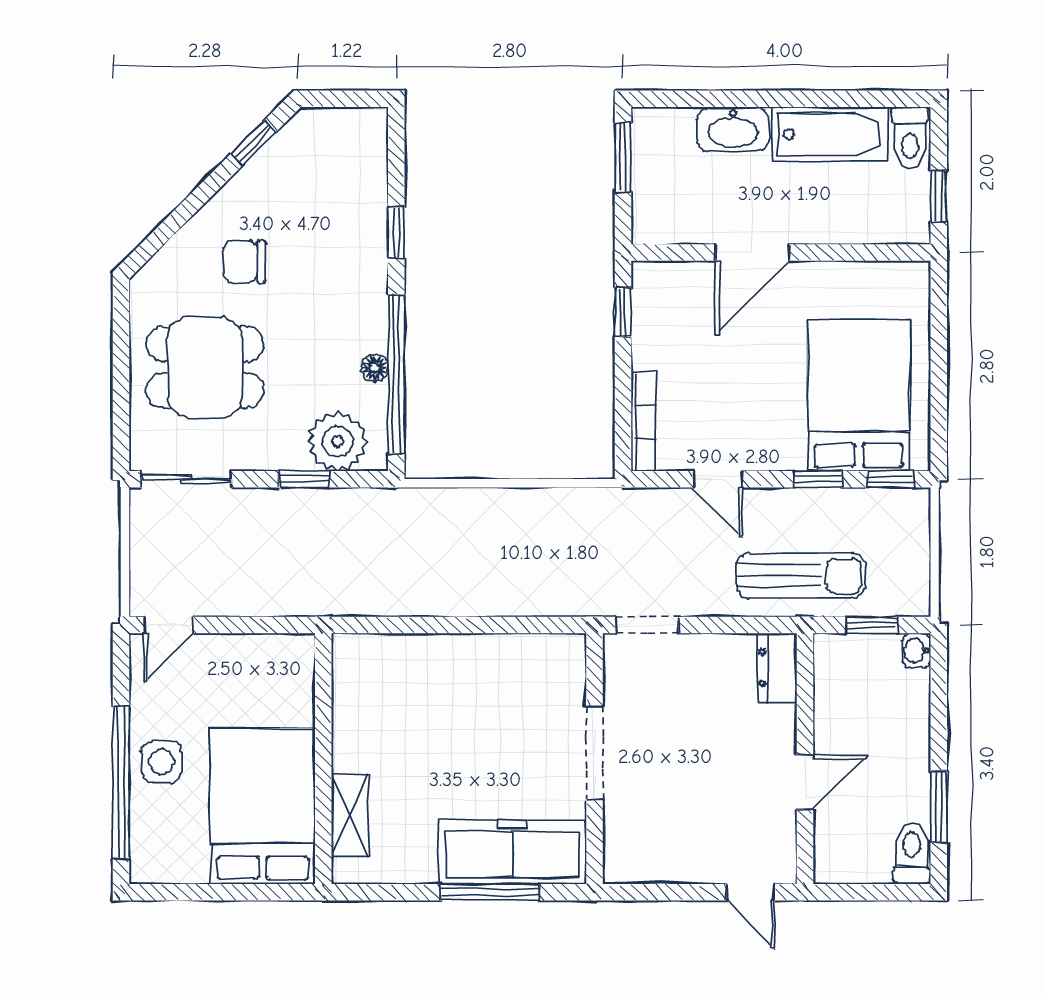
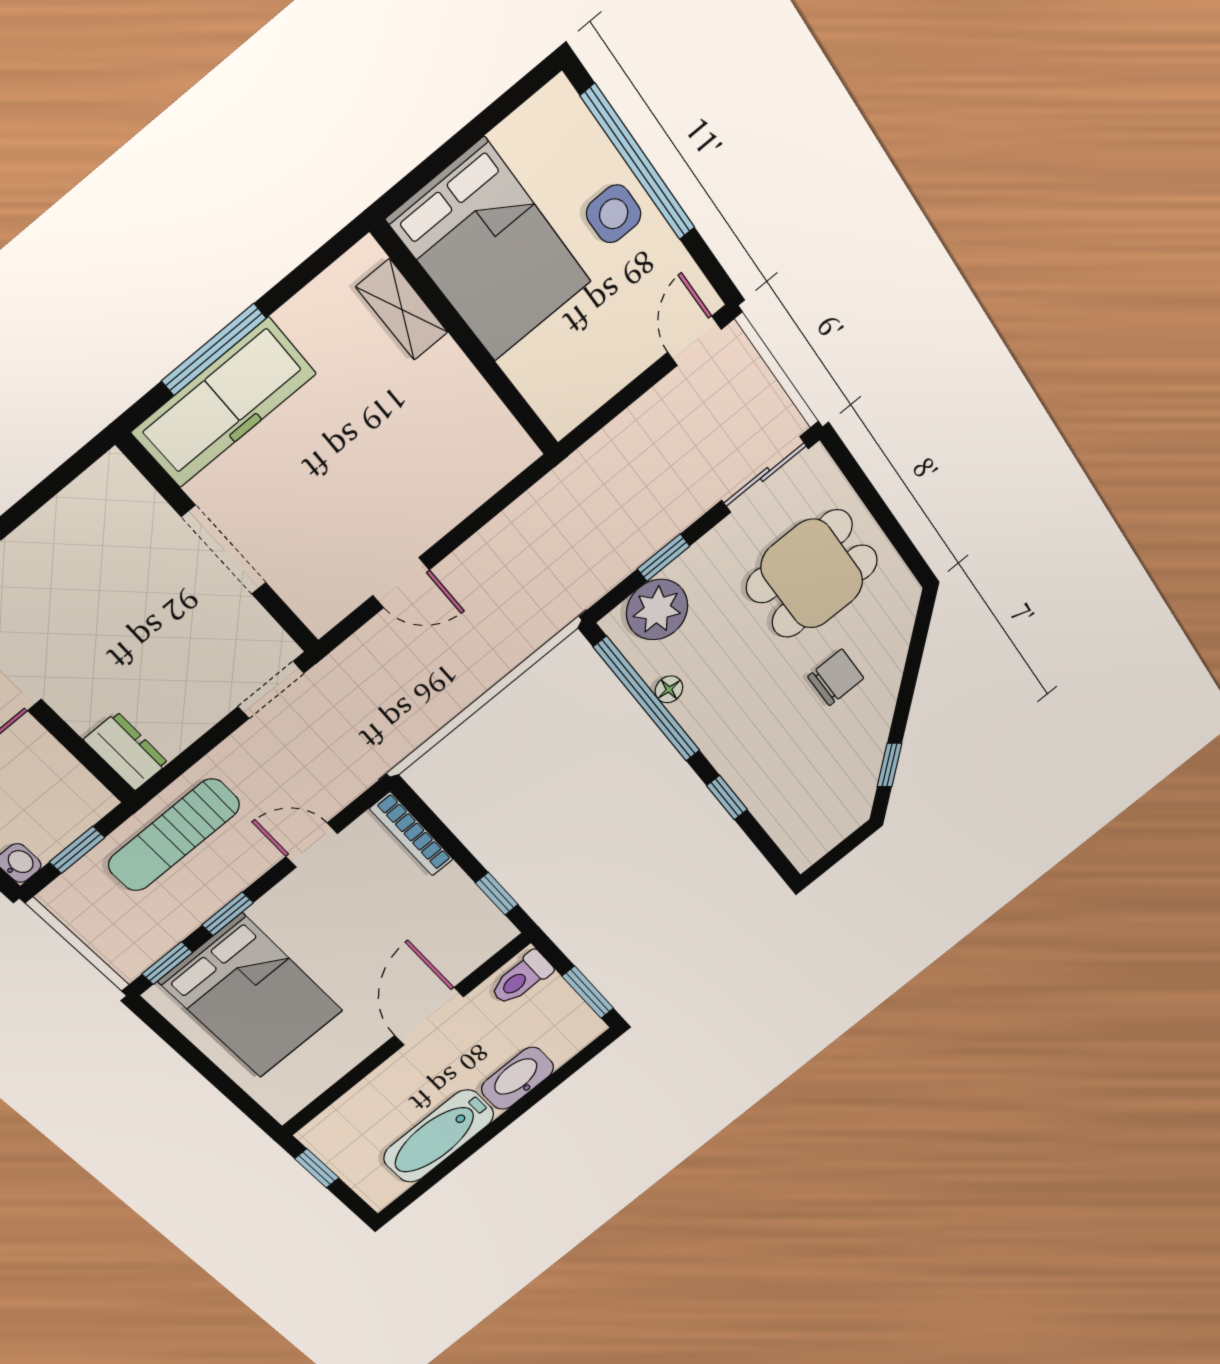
toilet: (910, 137) -> (521, 978), moved, turned -90
door: (498, 625) -> (401, 583), added

